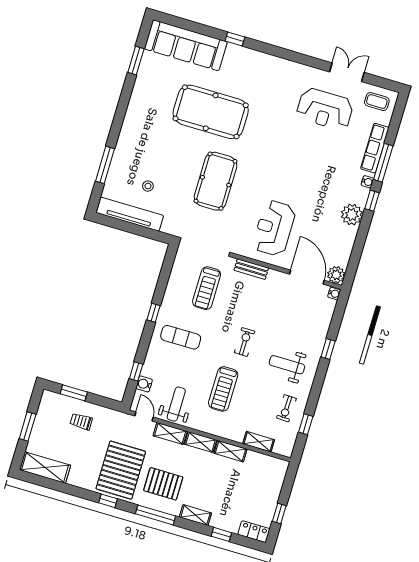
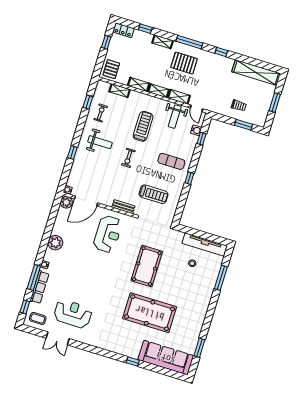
window: (372, 201) -> (25, 307), moved
door: (307, 277) -> (86, 201), hinge flipped
treadmill: (207, 288) -> (153, 194), turned 90
shelving: (45, 468) -> (256, 73), width x1.47
pallet: (121, 470) -> (111, 69), moved, width x0.49, depth x0.50

